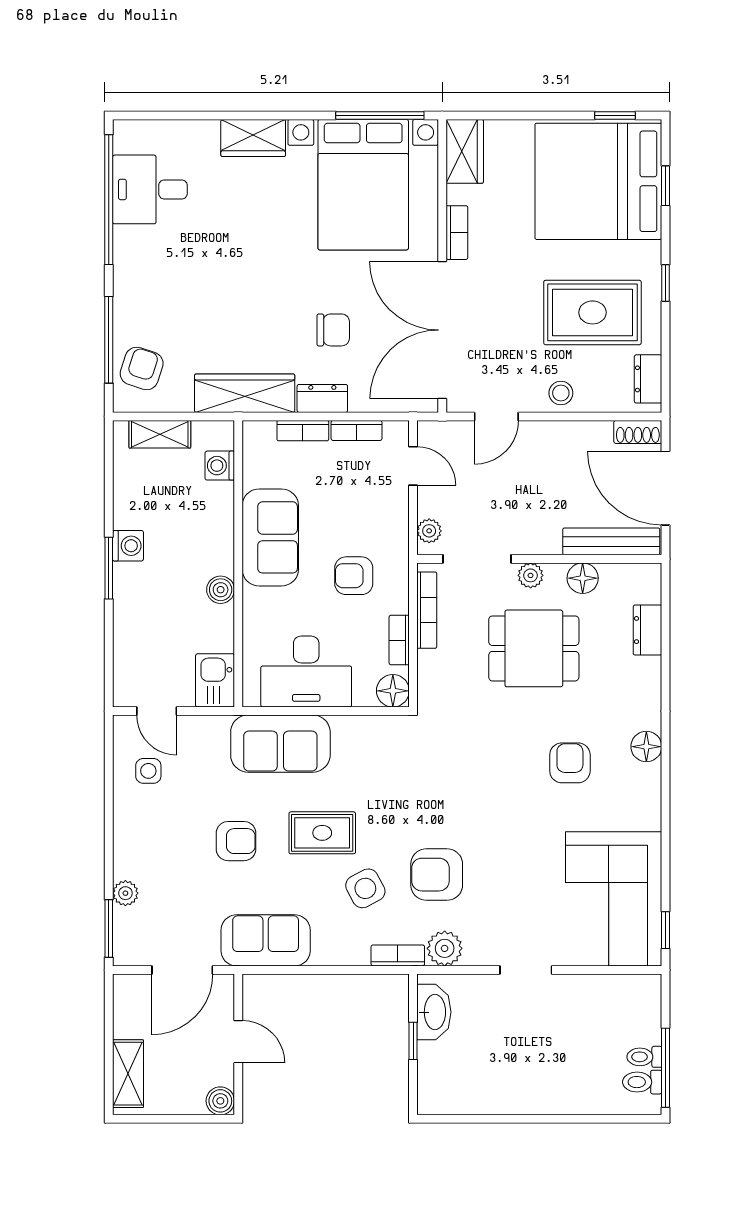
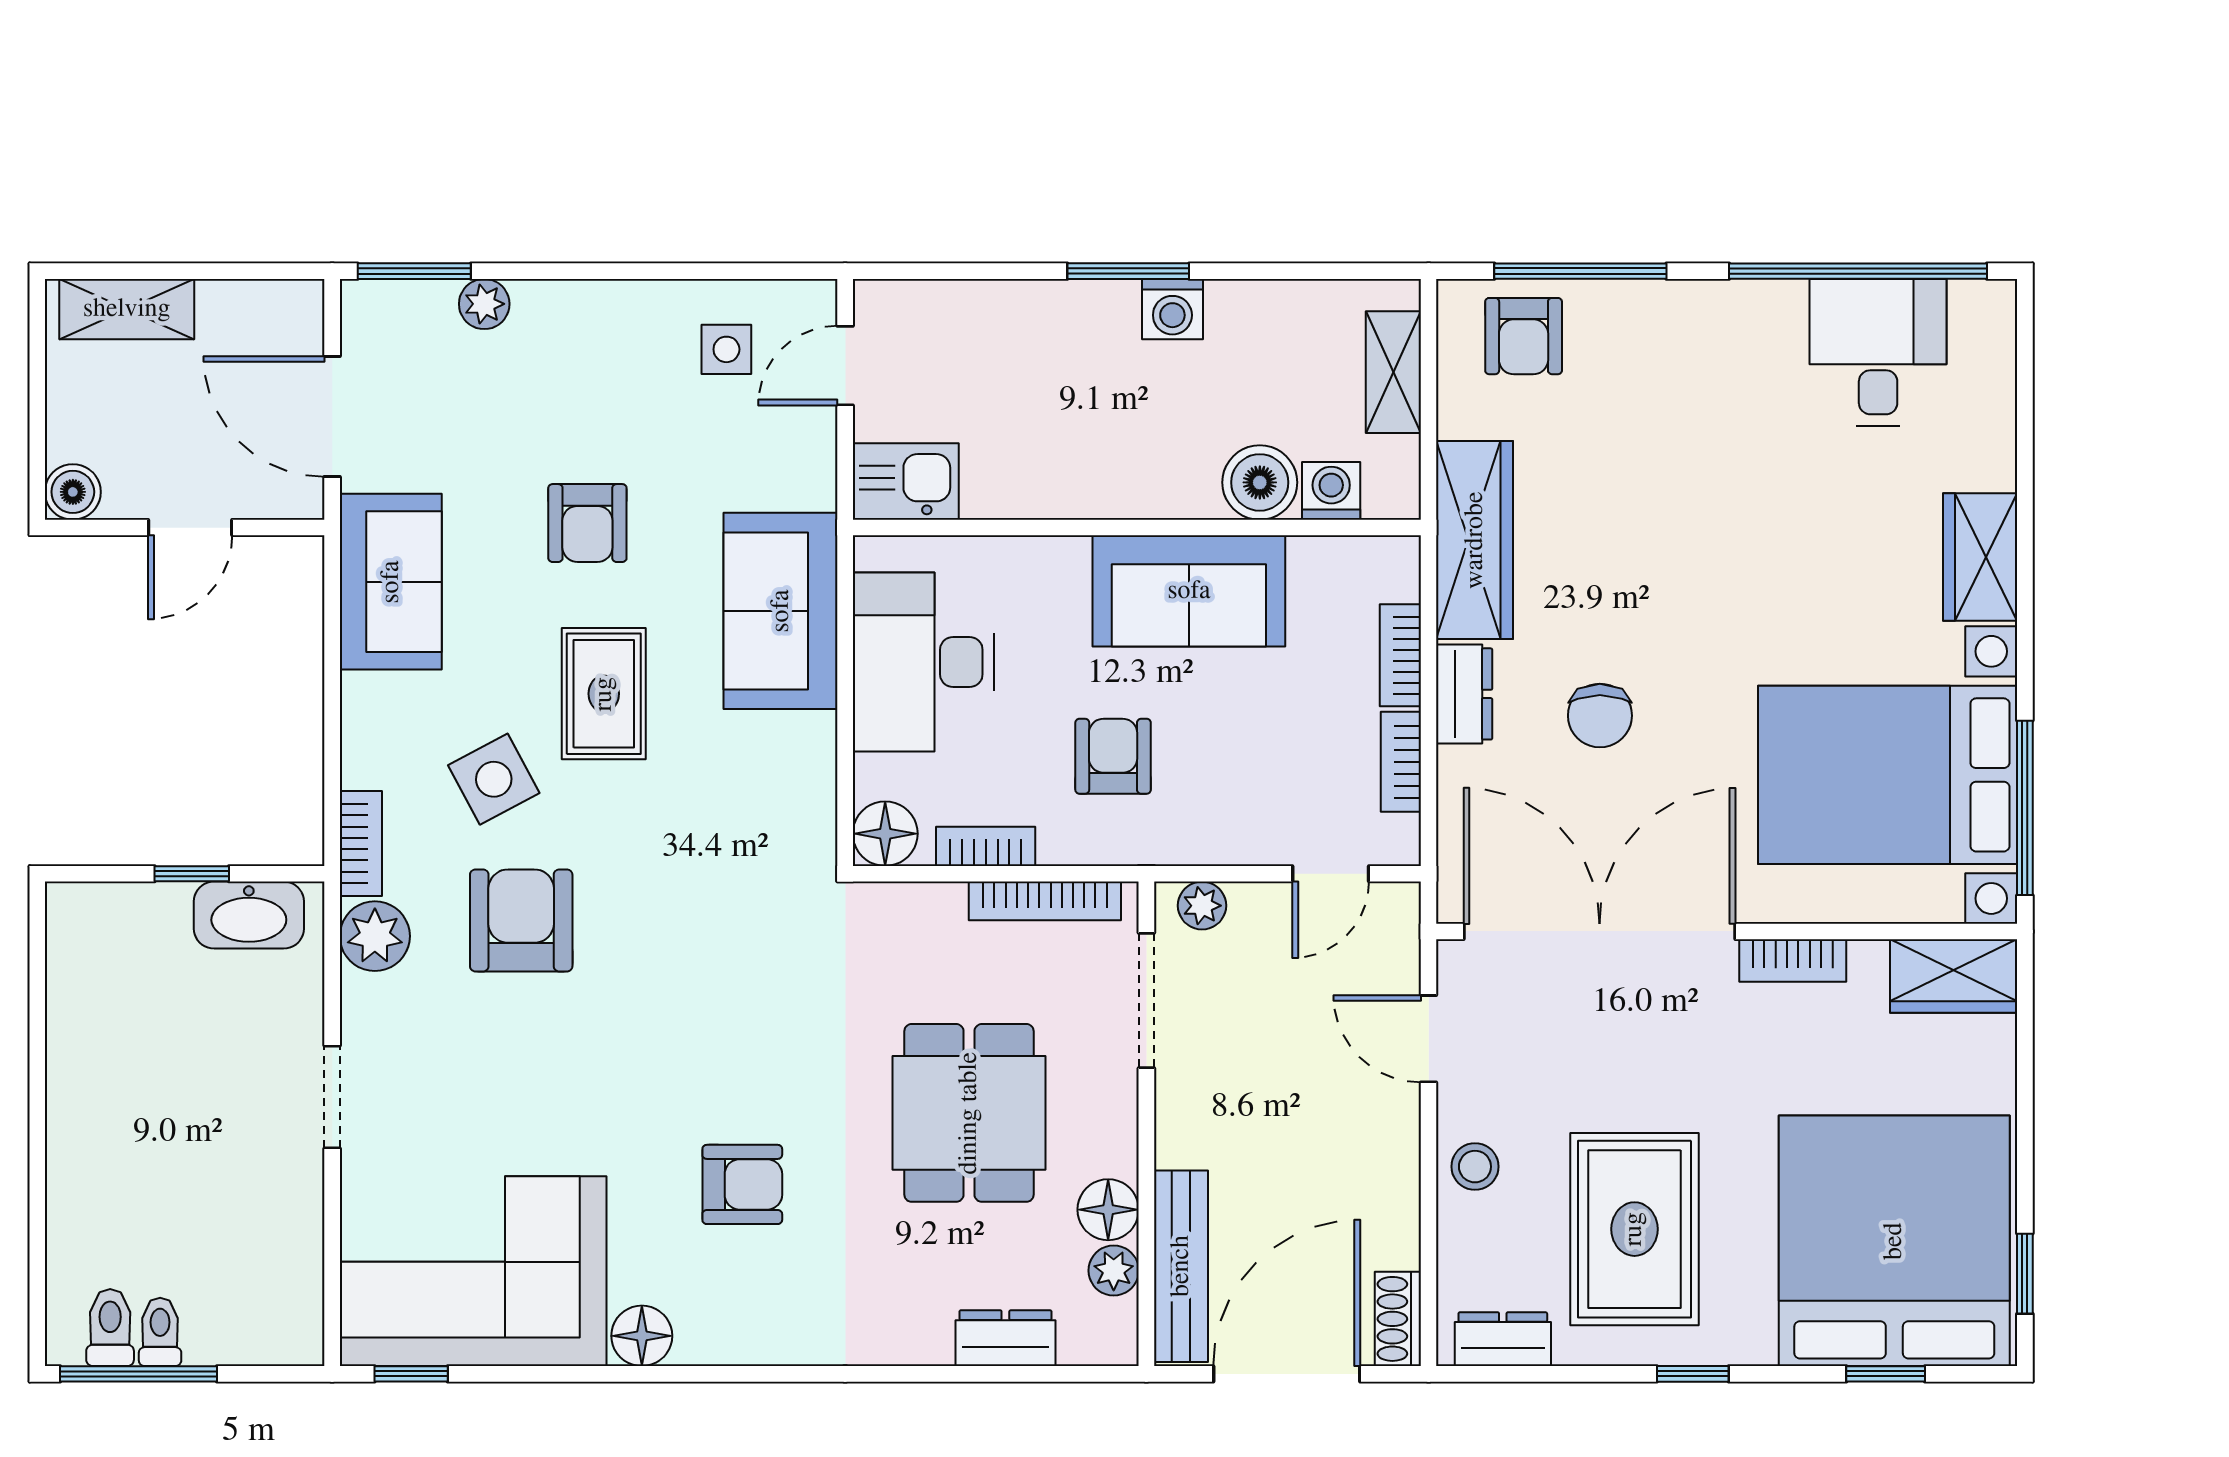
armchair: (142, 368) -> (1524, 336), turned 72
plant: (531, 575) -> (1114, 1271), moved
boiler: (221, 590) -> (1260, 482), moved, width x1.36, depth x1.36
floor lamp: (646, 747) -> (642, 1336), moved

